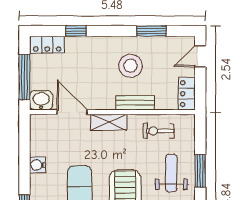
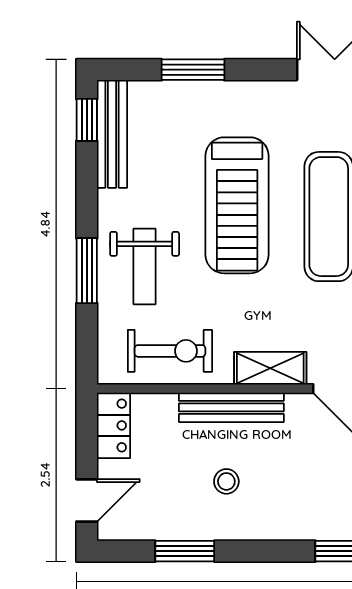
stool: (130, 66) -> (226, 481), width x0.53, depth x0.53
bench: (135, 103) -> (231, 407), width x1.36
exercise bike: (159, 131) -> (170, 351), width x1.38, depth x1.39

